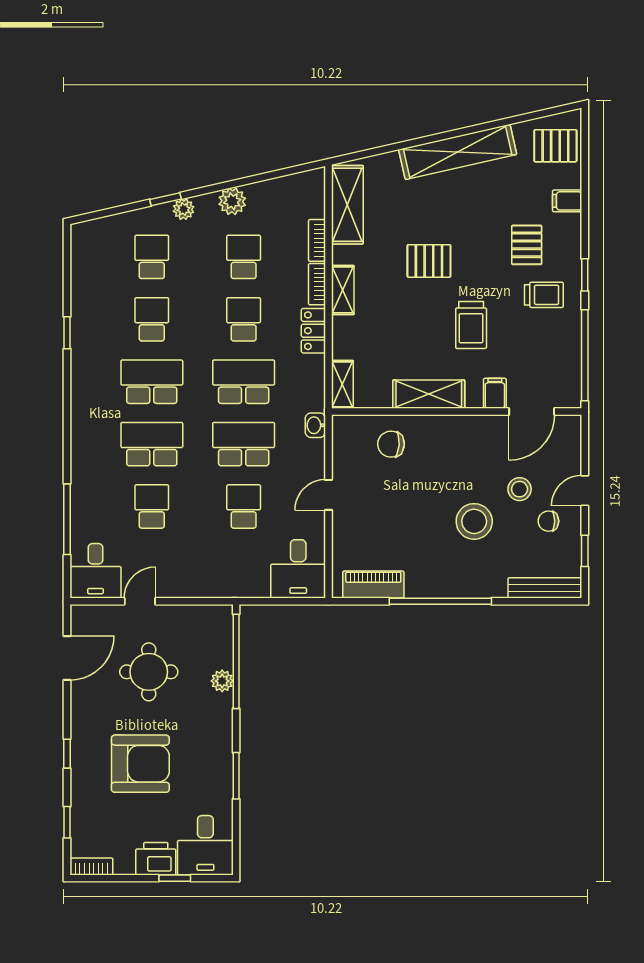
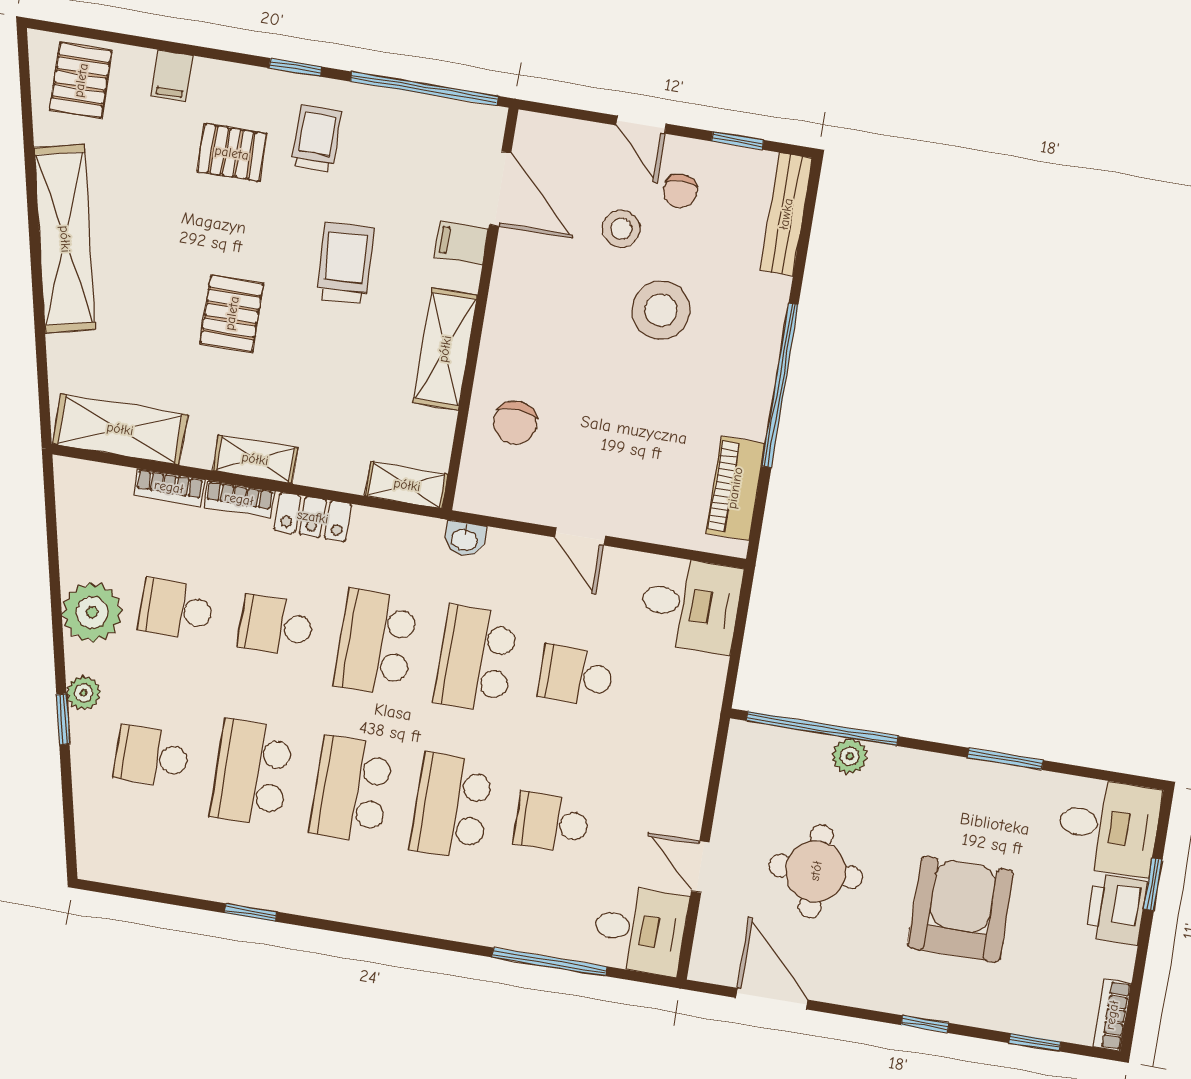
plant: (232, 201) -> (92, 612), width x1.36, depth x1.36
school desk: (152, 319) -> (252, 773), width x1.85
trolley: (471, 325) -> (345, 263), turned -93

